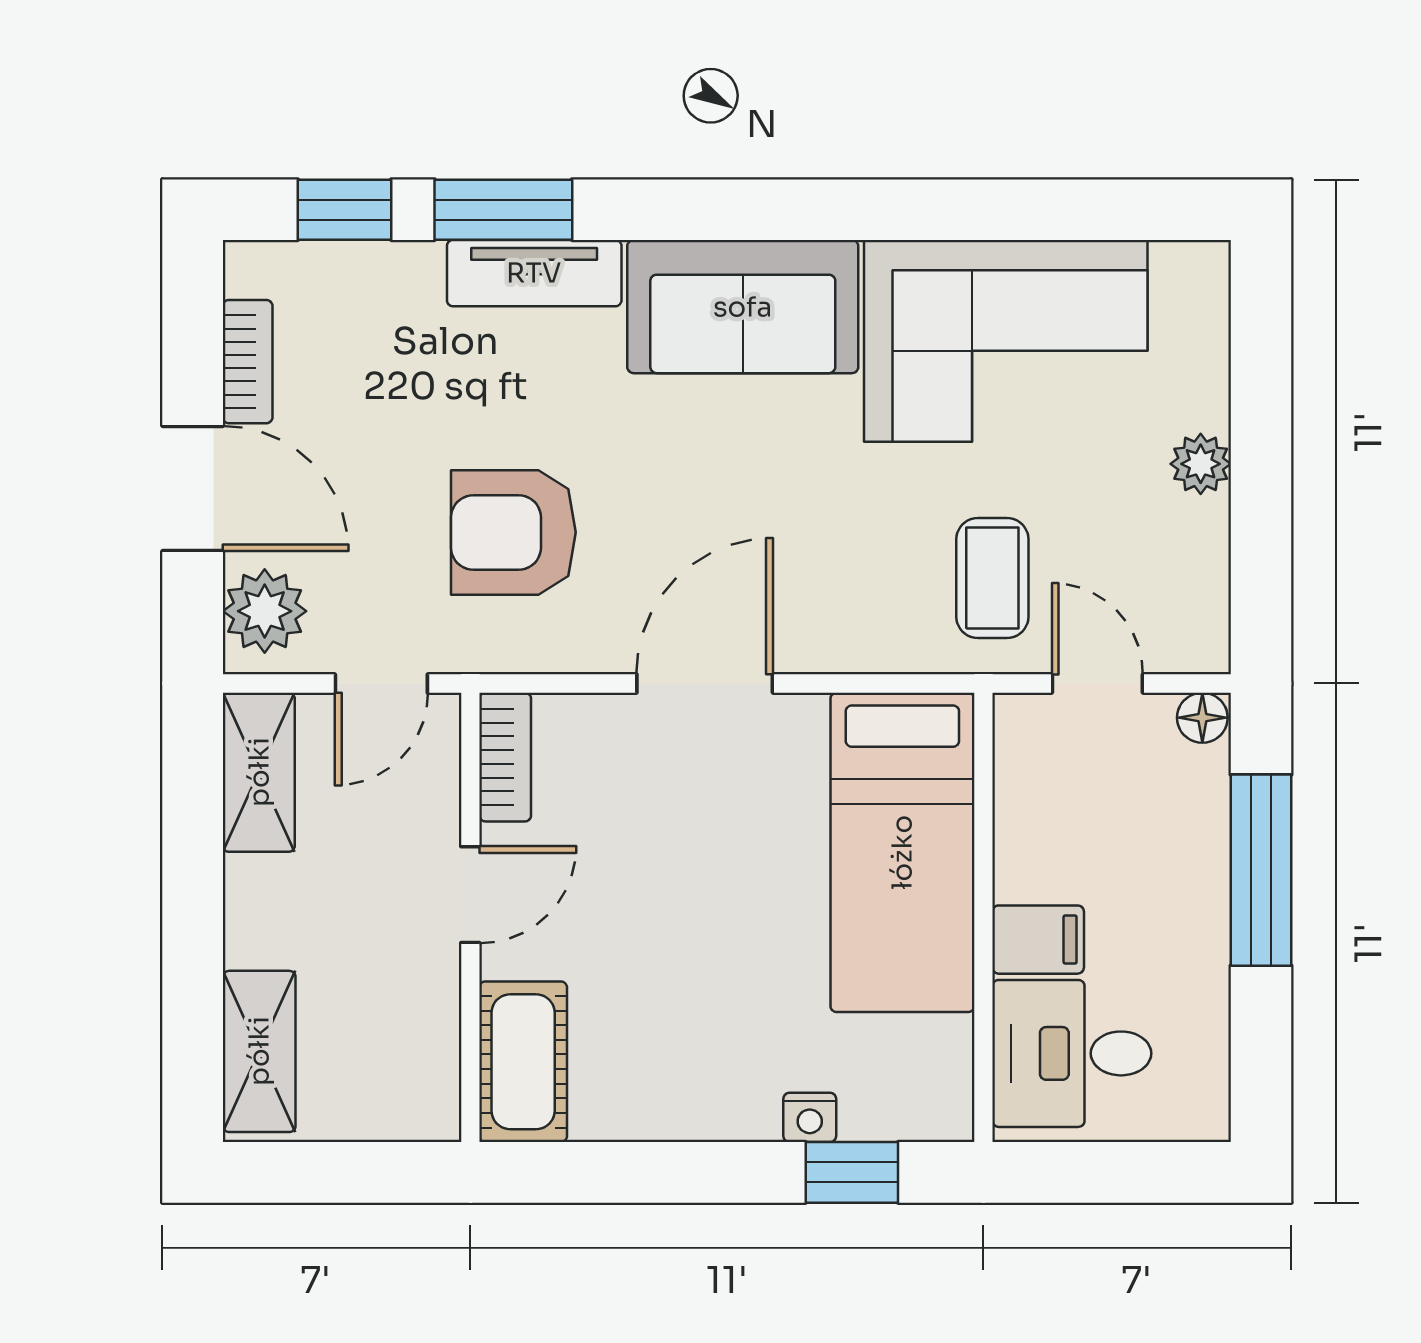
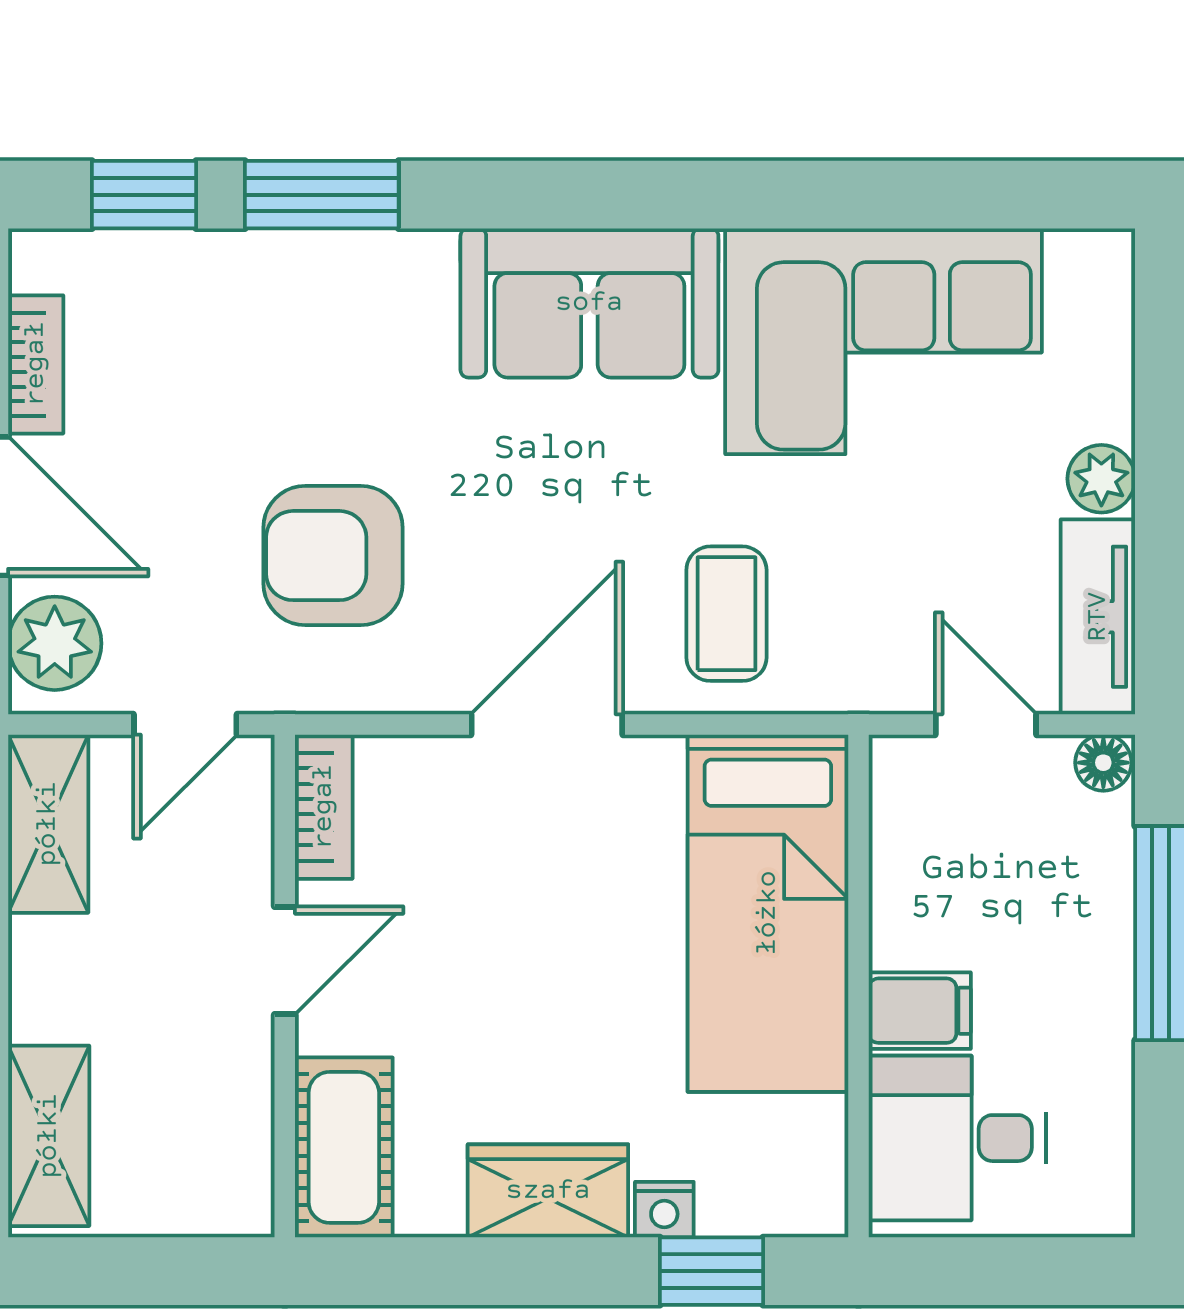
tv unit: (534, 273) -> (1098, 617), moved, turned 90
coffee table: (992, 578) -> (726, 614), moved
wardrobe: (706, 1101) -> (548, 1191), added

